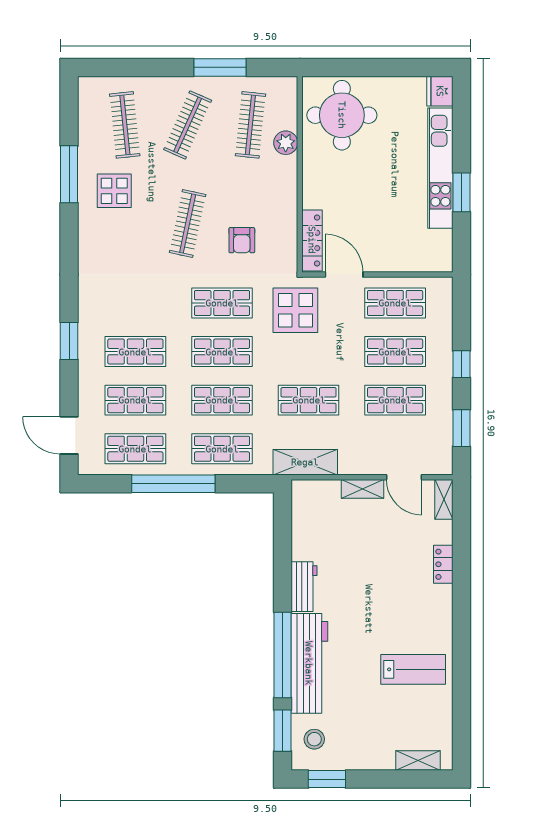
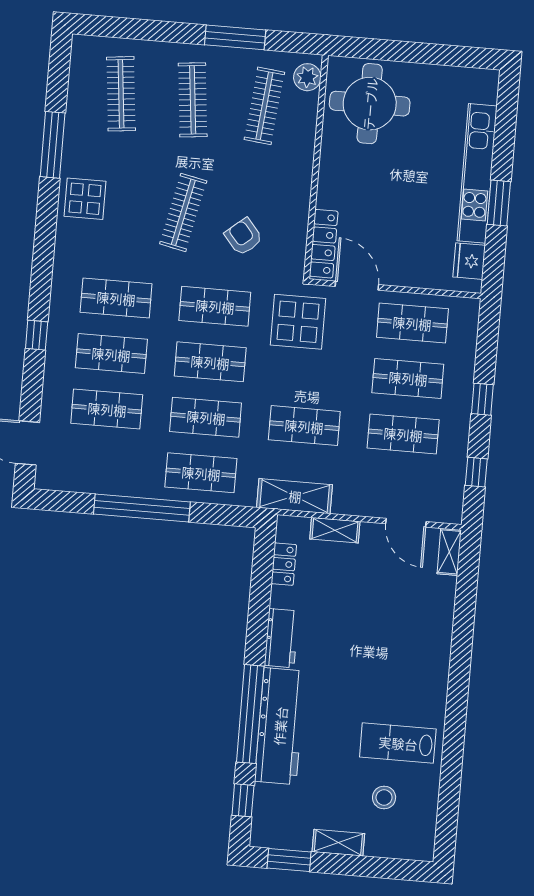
fridge: (440, 91) -> (469, 261), moved
clothes rail: (188, 125) -> (193, 100), turned -30
plant: (286, 143) -> (307, 77), moved
display table: (114, 191) -> (85, 199), moved
armchair: (242, 240) -> (243, 237), turned 140
window: (69, 341) -> (37, 335), width x0.67
window: (461, 428) -> (476, 472), width x0.67
shop shelf: (135, 449) -> (116, 298), moved
shelving: (362, 489) -> (335, 530), moved
locker: (443, 564) -> (284, 564), moved, turned 180
lab bench: (413, 669) -> (398, 743), turned 180
window: (283, 731) -> (243, 800), width x0.67
stool: (314, 739) -> (384, 798), moved
shelving: (418, 761) -> (338, 843), moved

